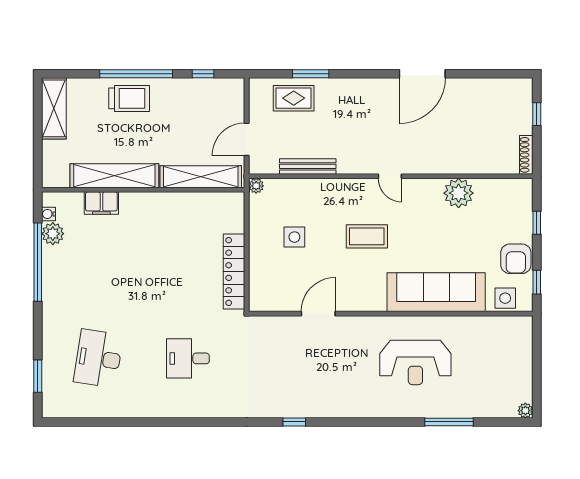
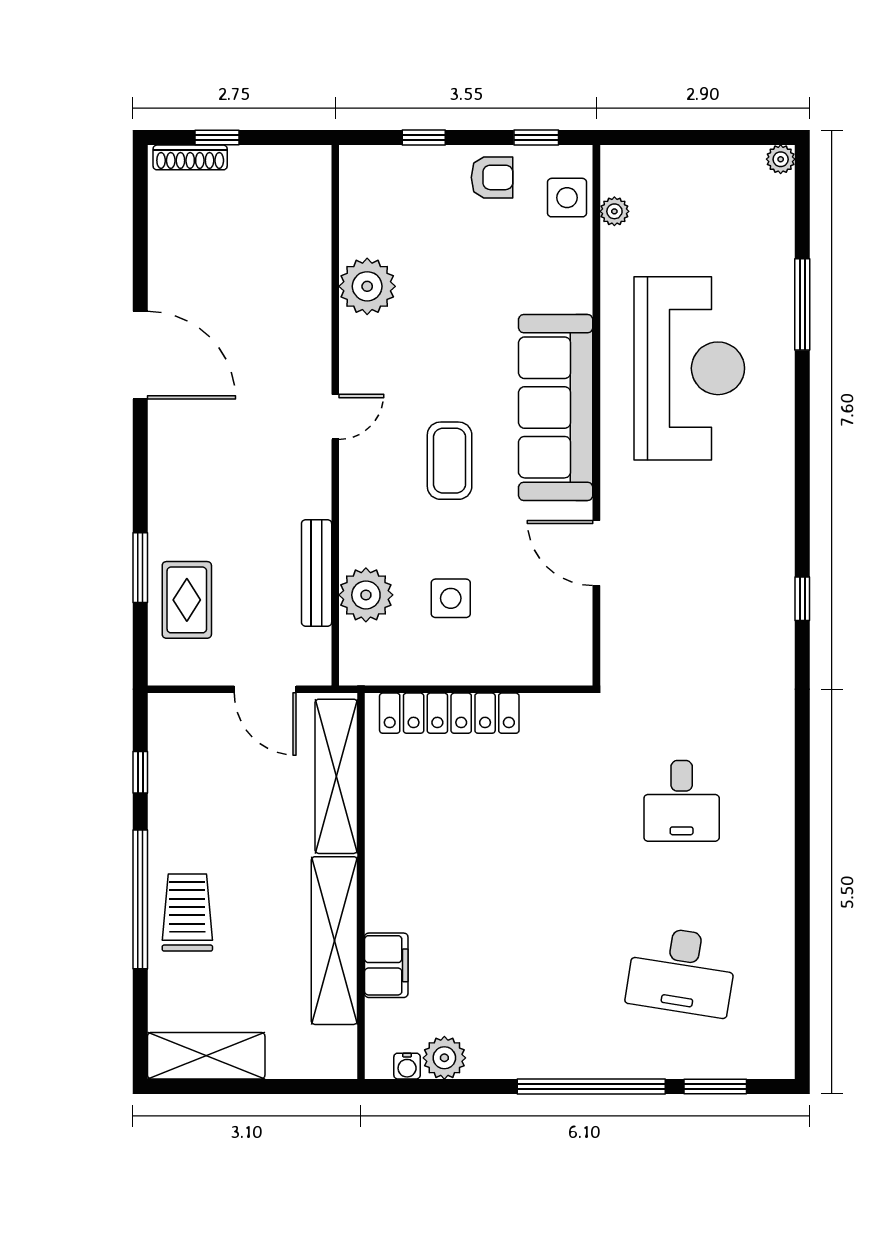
shoe rack: (526, 155) -> (190, 157), moved
plant: (256, 186) -> (366, 595), moved, width x1.88, depth x1.88
armchair: (516, 259) -> (492, 177), width x0.72, depth x0.72
window: (38, 262) -> (591, 1086), moved
locker: (234, 272) -> (449, 713), moved
sofa: (436, 292) -> (556, 407), moved
plant: (498, 323) -> (614, 211), added
reception desk: (415, 362) -> (689, 368), width x1.36, depth x1.30

